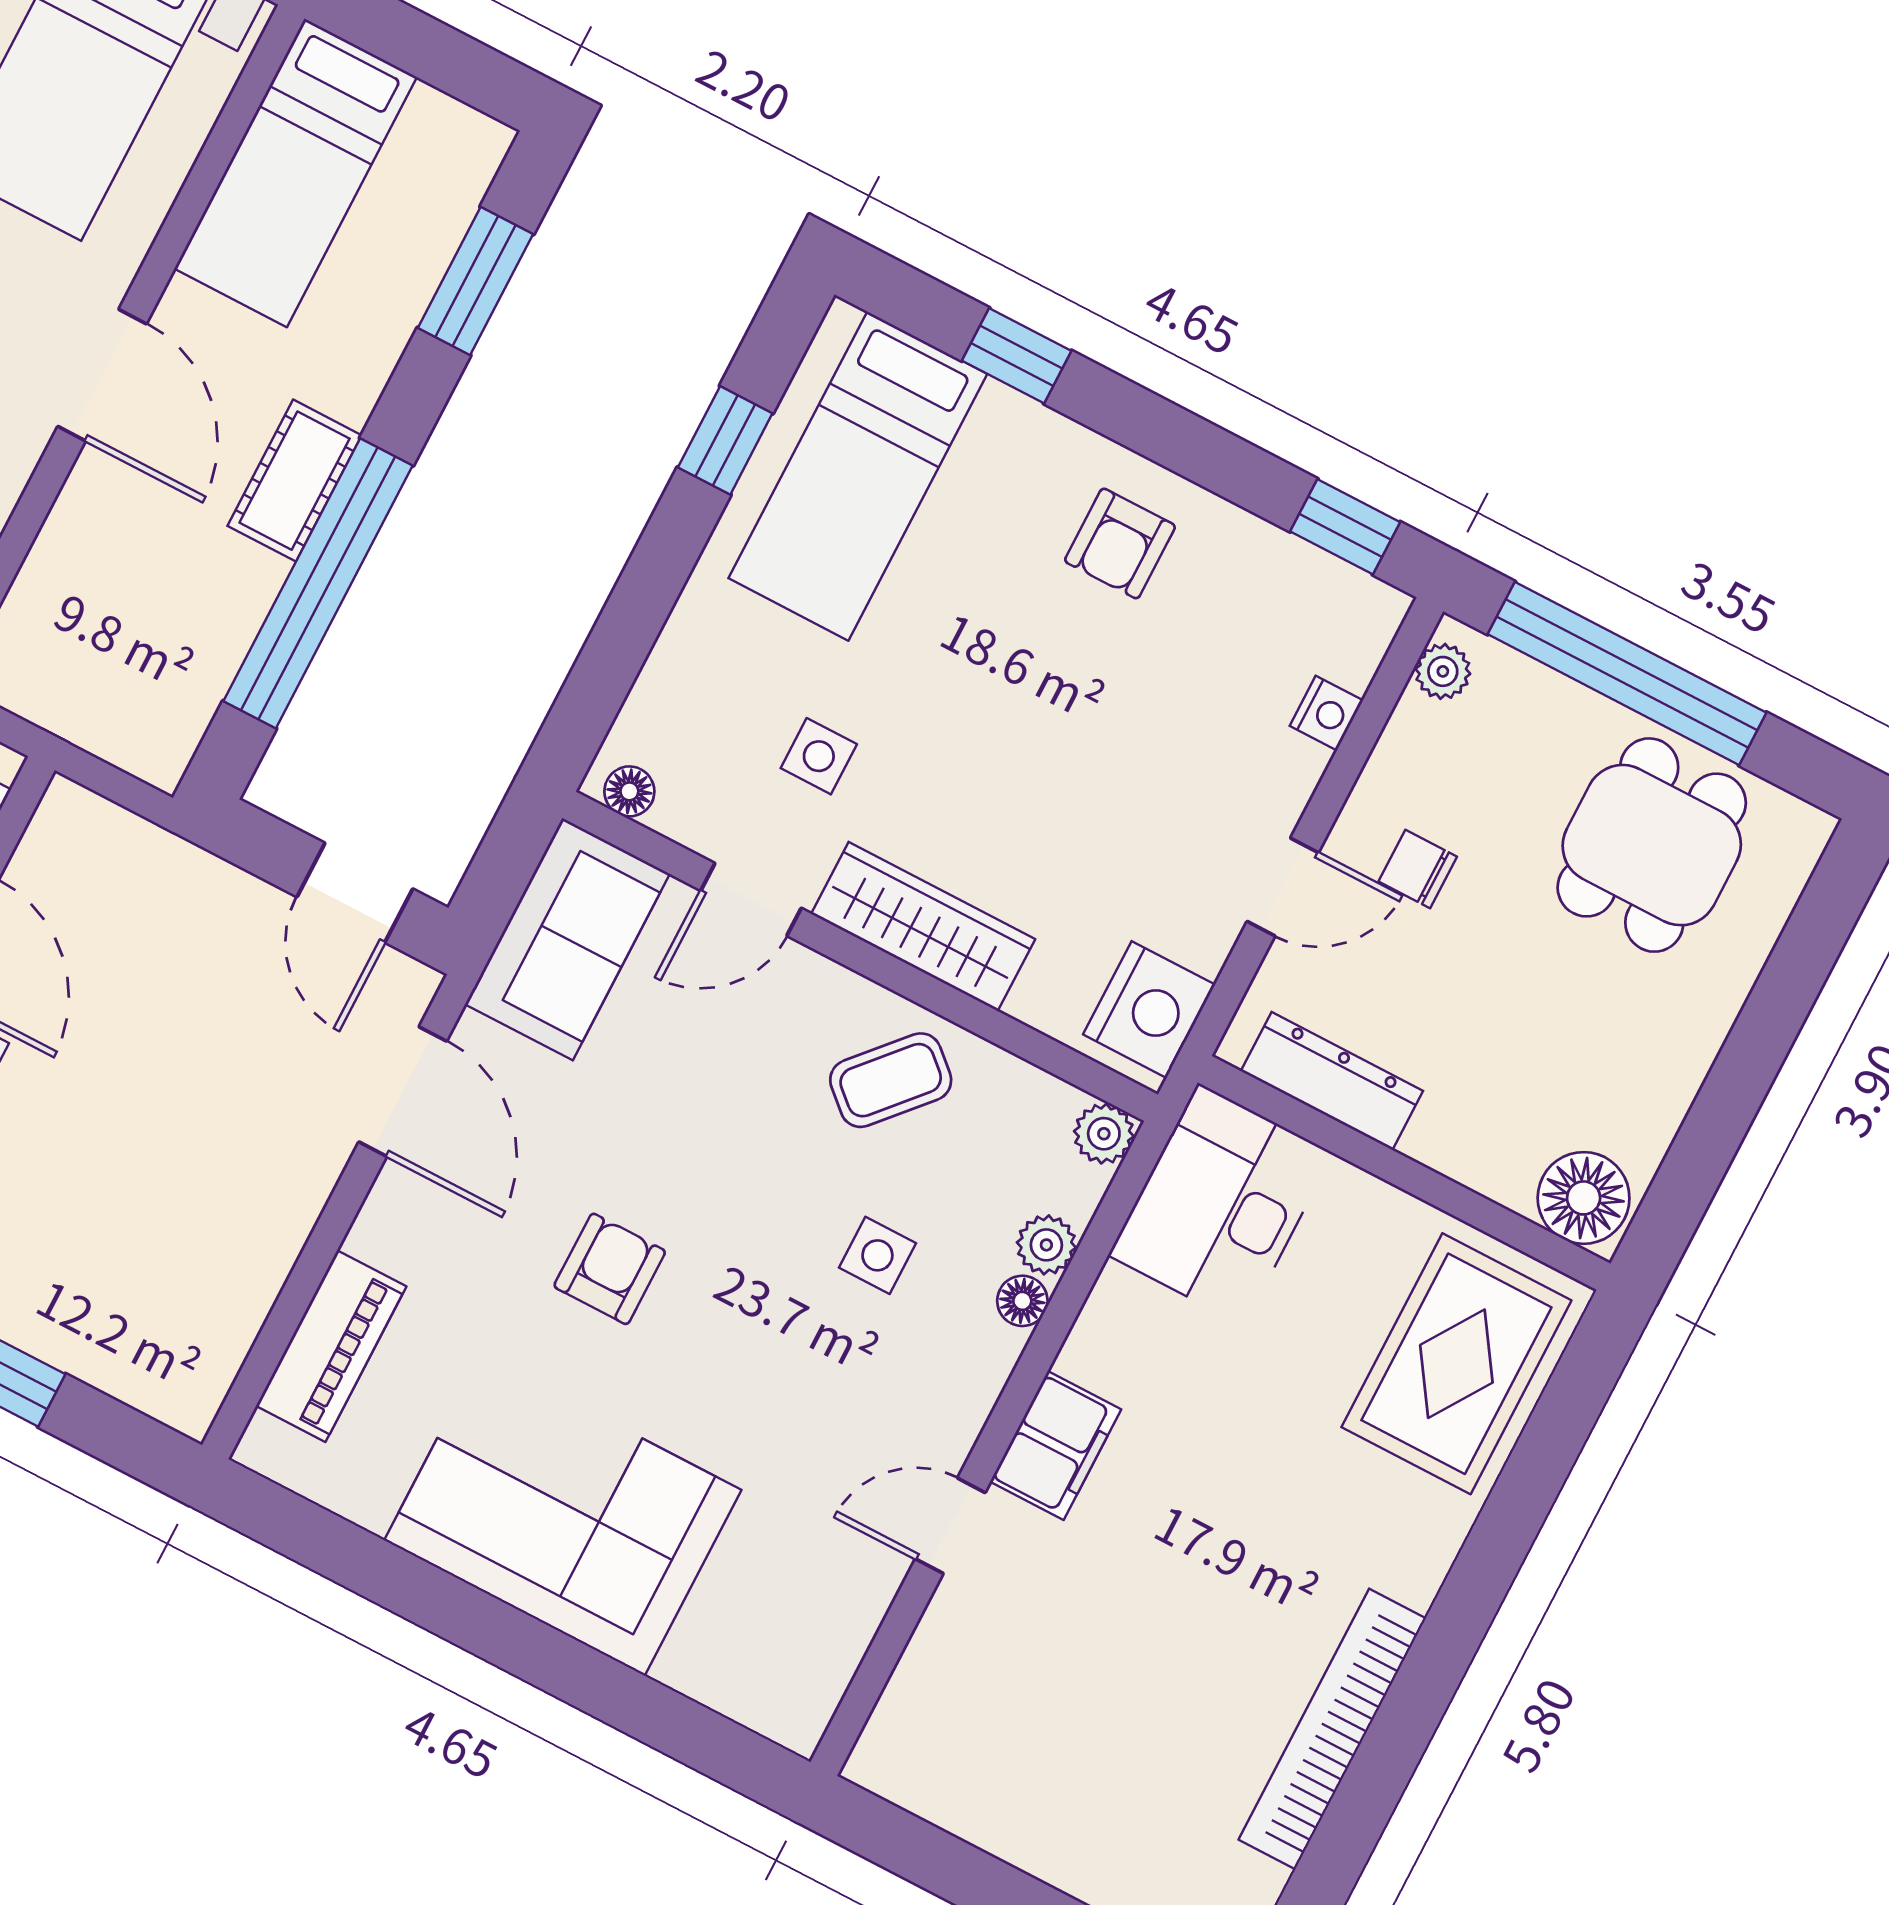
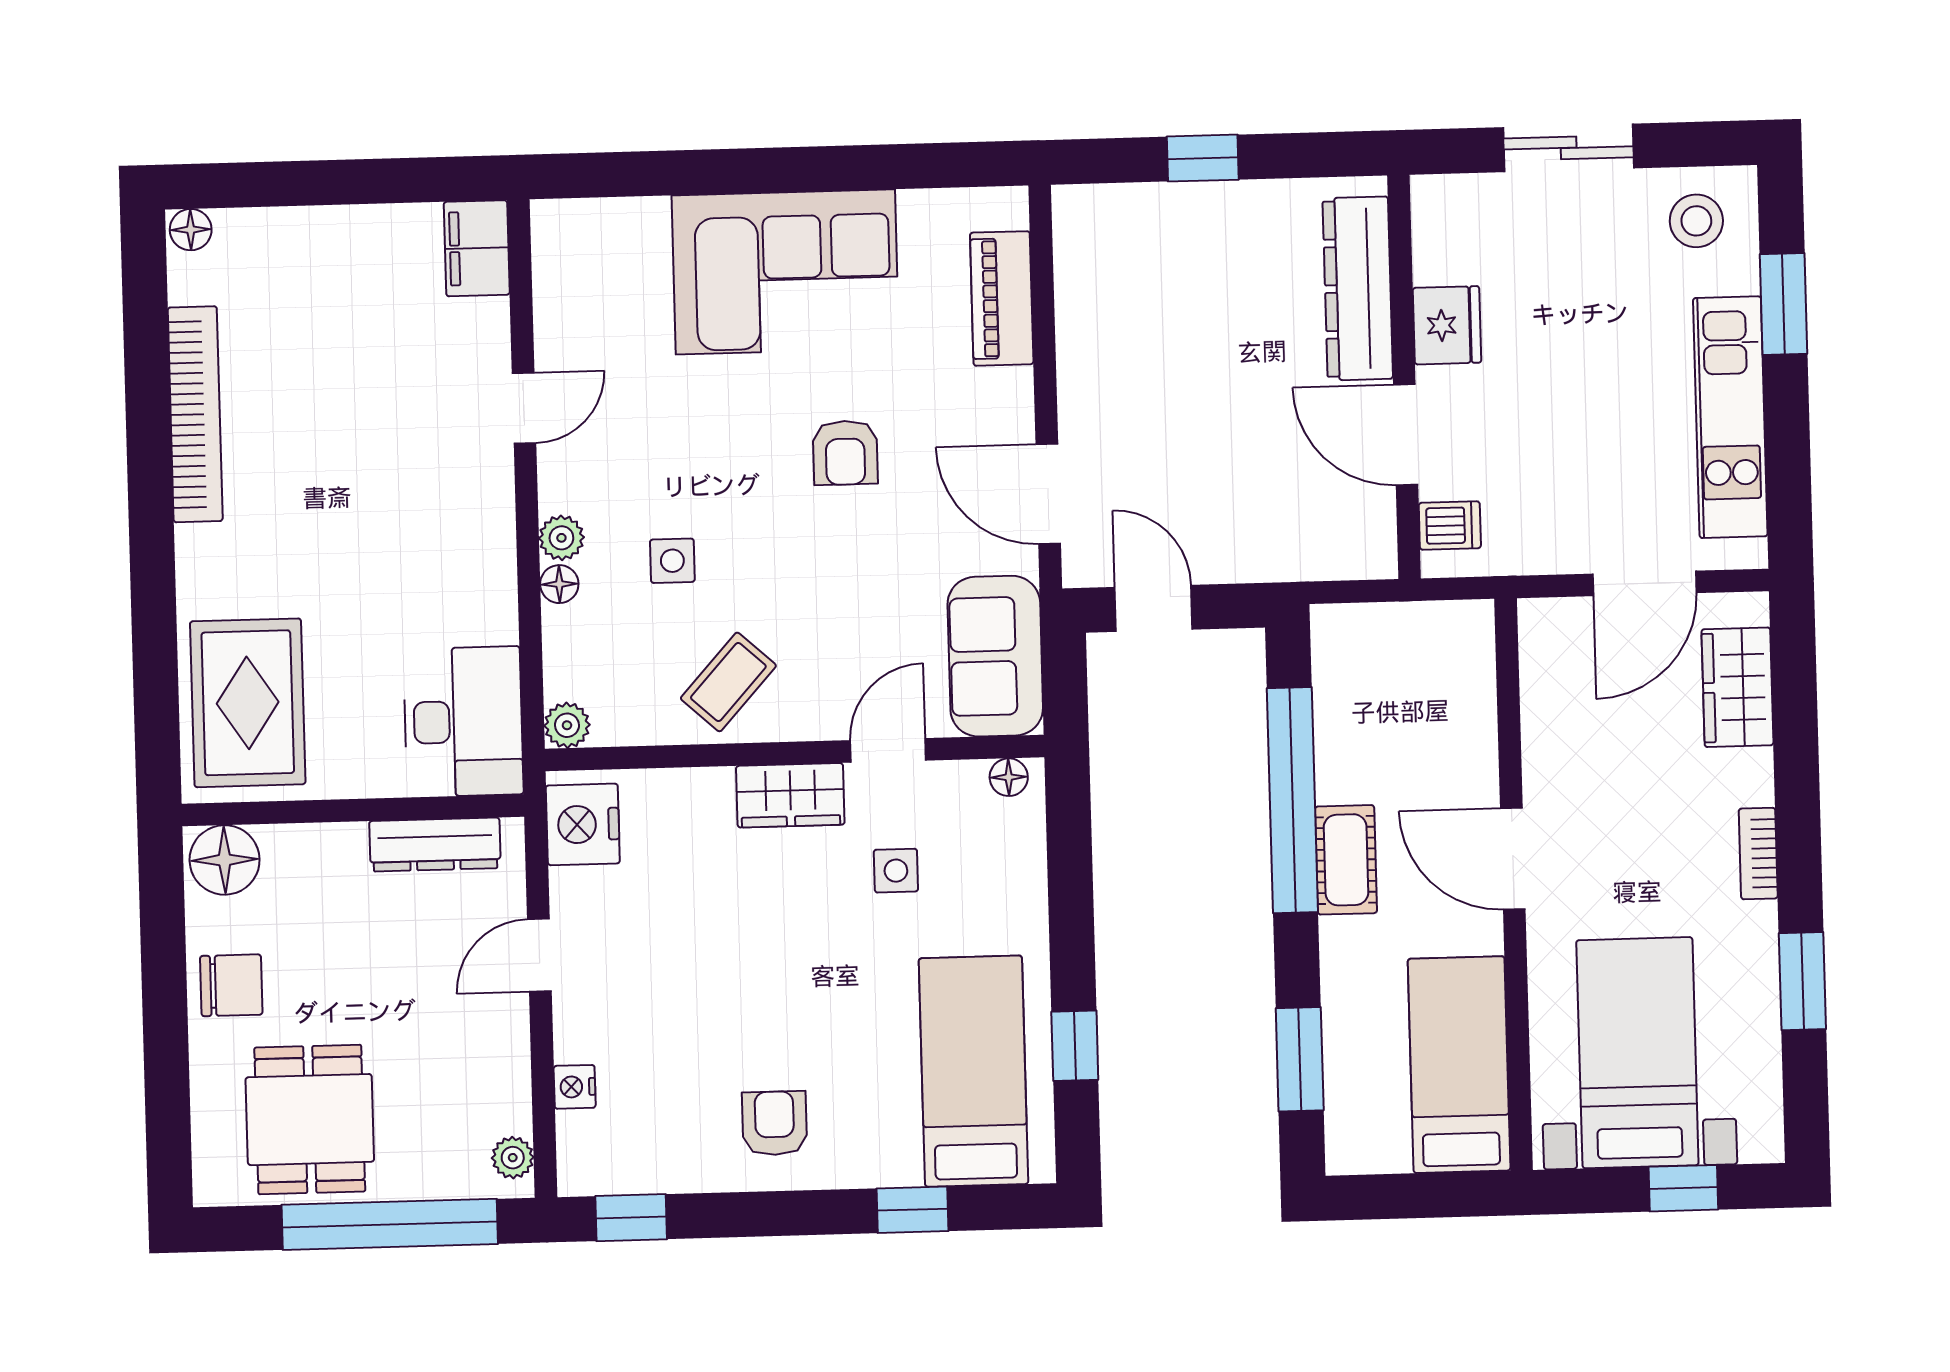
chair: (1418, 869) -> (231, 985), moved, width x1.37, depth x1.37
wardrobe: (923, 927) -> (790, 795), width x0.67
plant: (1046, 1245) -> (561, 538), moved
filing cabinet: (1056, 1445) -> (477, 248), moved

